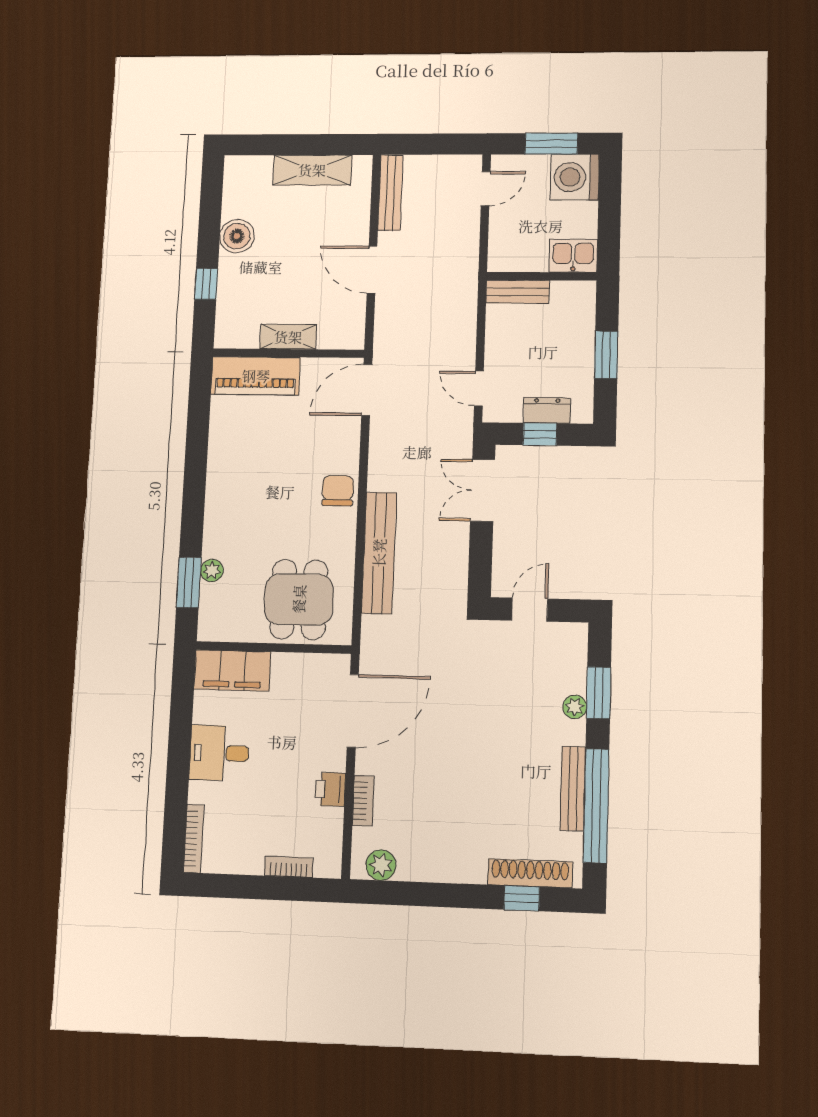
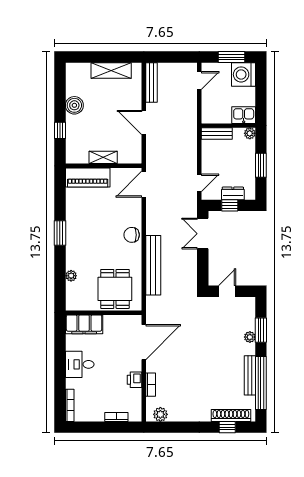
plant: (585, 292) -> (250, 133), added
door: (479, 389) -> (199, 183), swing flipped
chair: (338, 491) -> (132, 235), turned -90
window: (189, 583) -> (60, 233), moved

